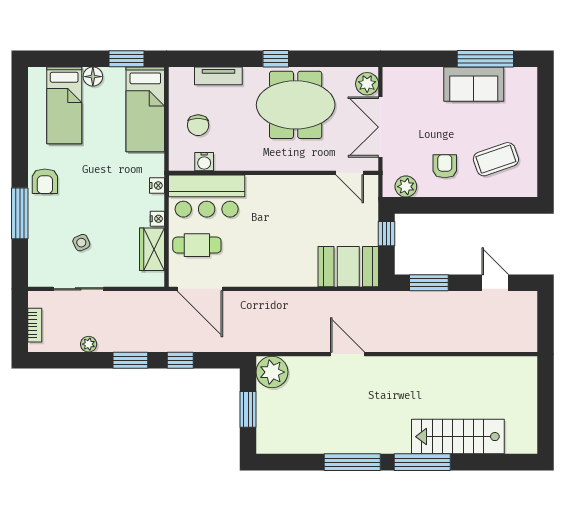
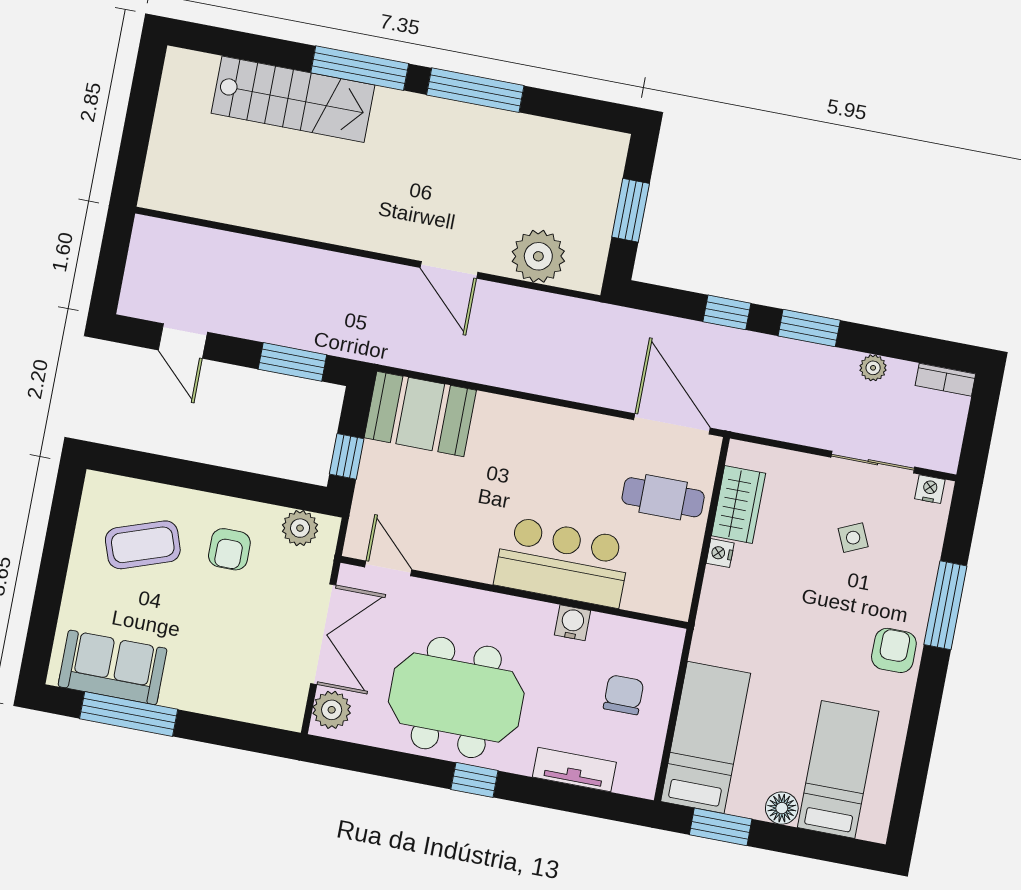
sofa: (474, 84) -> (113, 667), moved
water cooler: (204, 162) -> (572, 623), moved
nightstand: (157, 185) -> (930, 489), moved, turned 90
bar counter: (207, 196) -> (563, 562), moved
bookcase: (35, 325) -> (945, 380), moved, turned -90
plant: (272, 372) -> (538, 256), moved

